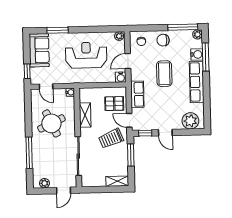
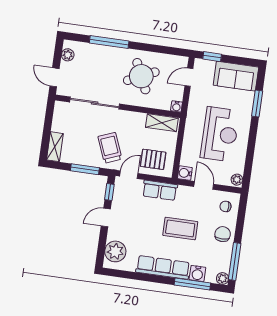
pallet: (114, 104) -> (153, 159), turned 90
shelving: (85, 115) -> (162, 123), moved

